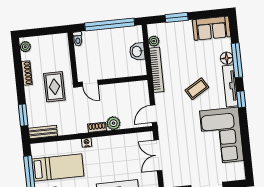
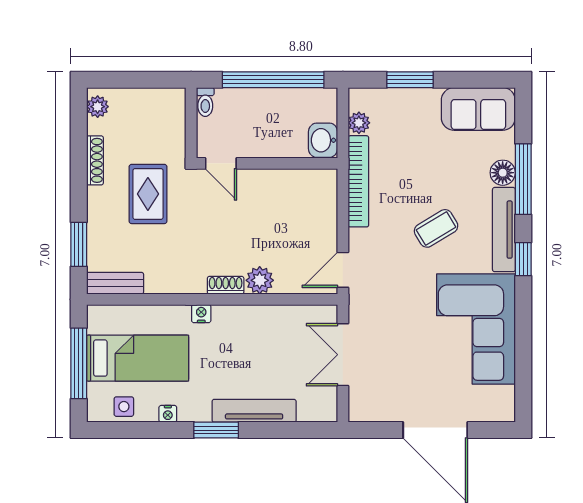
wall: (113, 81) -> (267, 163), moved
door: (90, 83) -> (221, 163), moved

